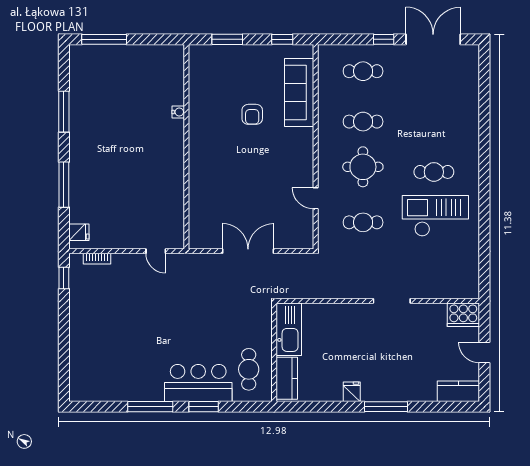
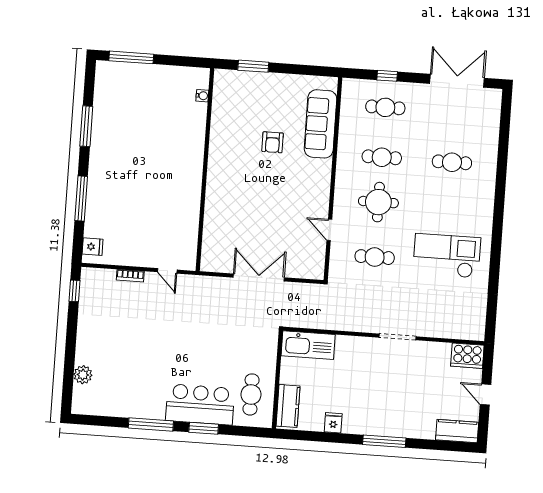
window: (282, 39) -> (308, 70), removed
window: (384, 39) -> (387, 76), moved
water cooler: (178, 112) -> (202, 96), moved
cafe table: (434, 172) -> (452, 162), moved
bookcase: (97, 259) -> (130, 276), moved
kitchen sink: (289, 329) -> (308, 345), moved, turned 90
plant: (78, 362) -> (83, 375), added
fridge: (352, 392) -> (333, 423), moved

